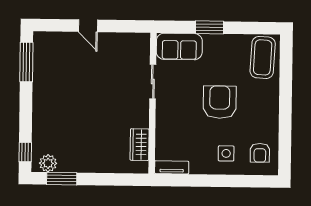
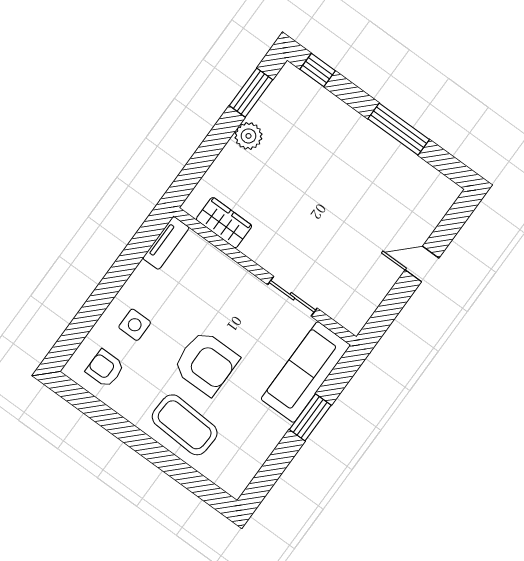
sofa: (179, 46) -> (306, 372), width x1.36
coffee table: (263, 57) -> (185, 425), moved
window: (26, 62) -> (399, 129), moved
plant: (48, 163) -> (248, 136), moved

